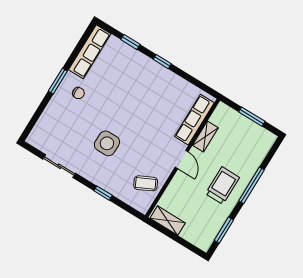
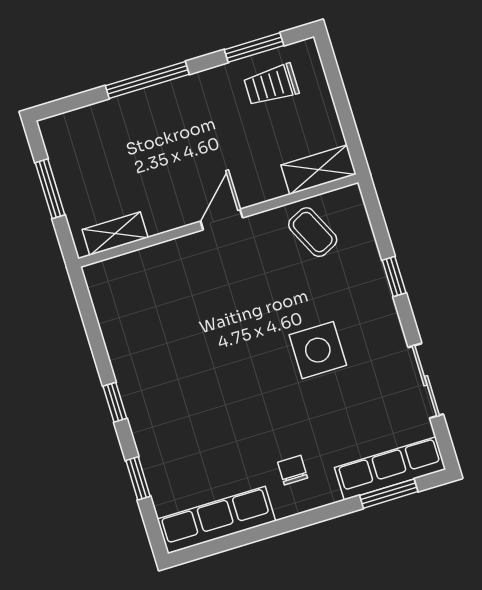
window: (58, 81) -> (389, 494), moved
row of seats: (194, 120) -> (390, 468), moved, turned 180
shelving: (205, 137) -> (115, 234), moved
trolley: (222, 186) -> (271, 85), moved, width x0.73, depth x0.72
shelving: (168, 221) -> (319, 170), moved, turned 90

